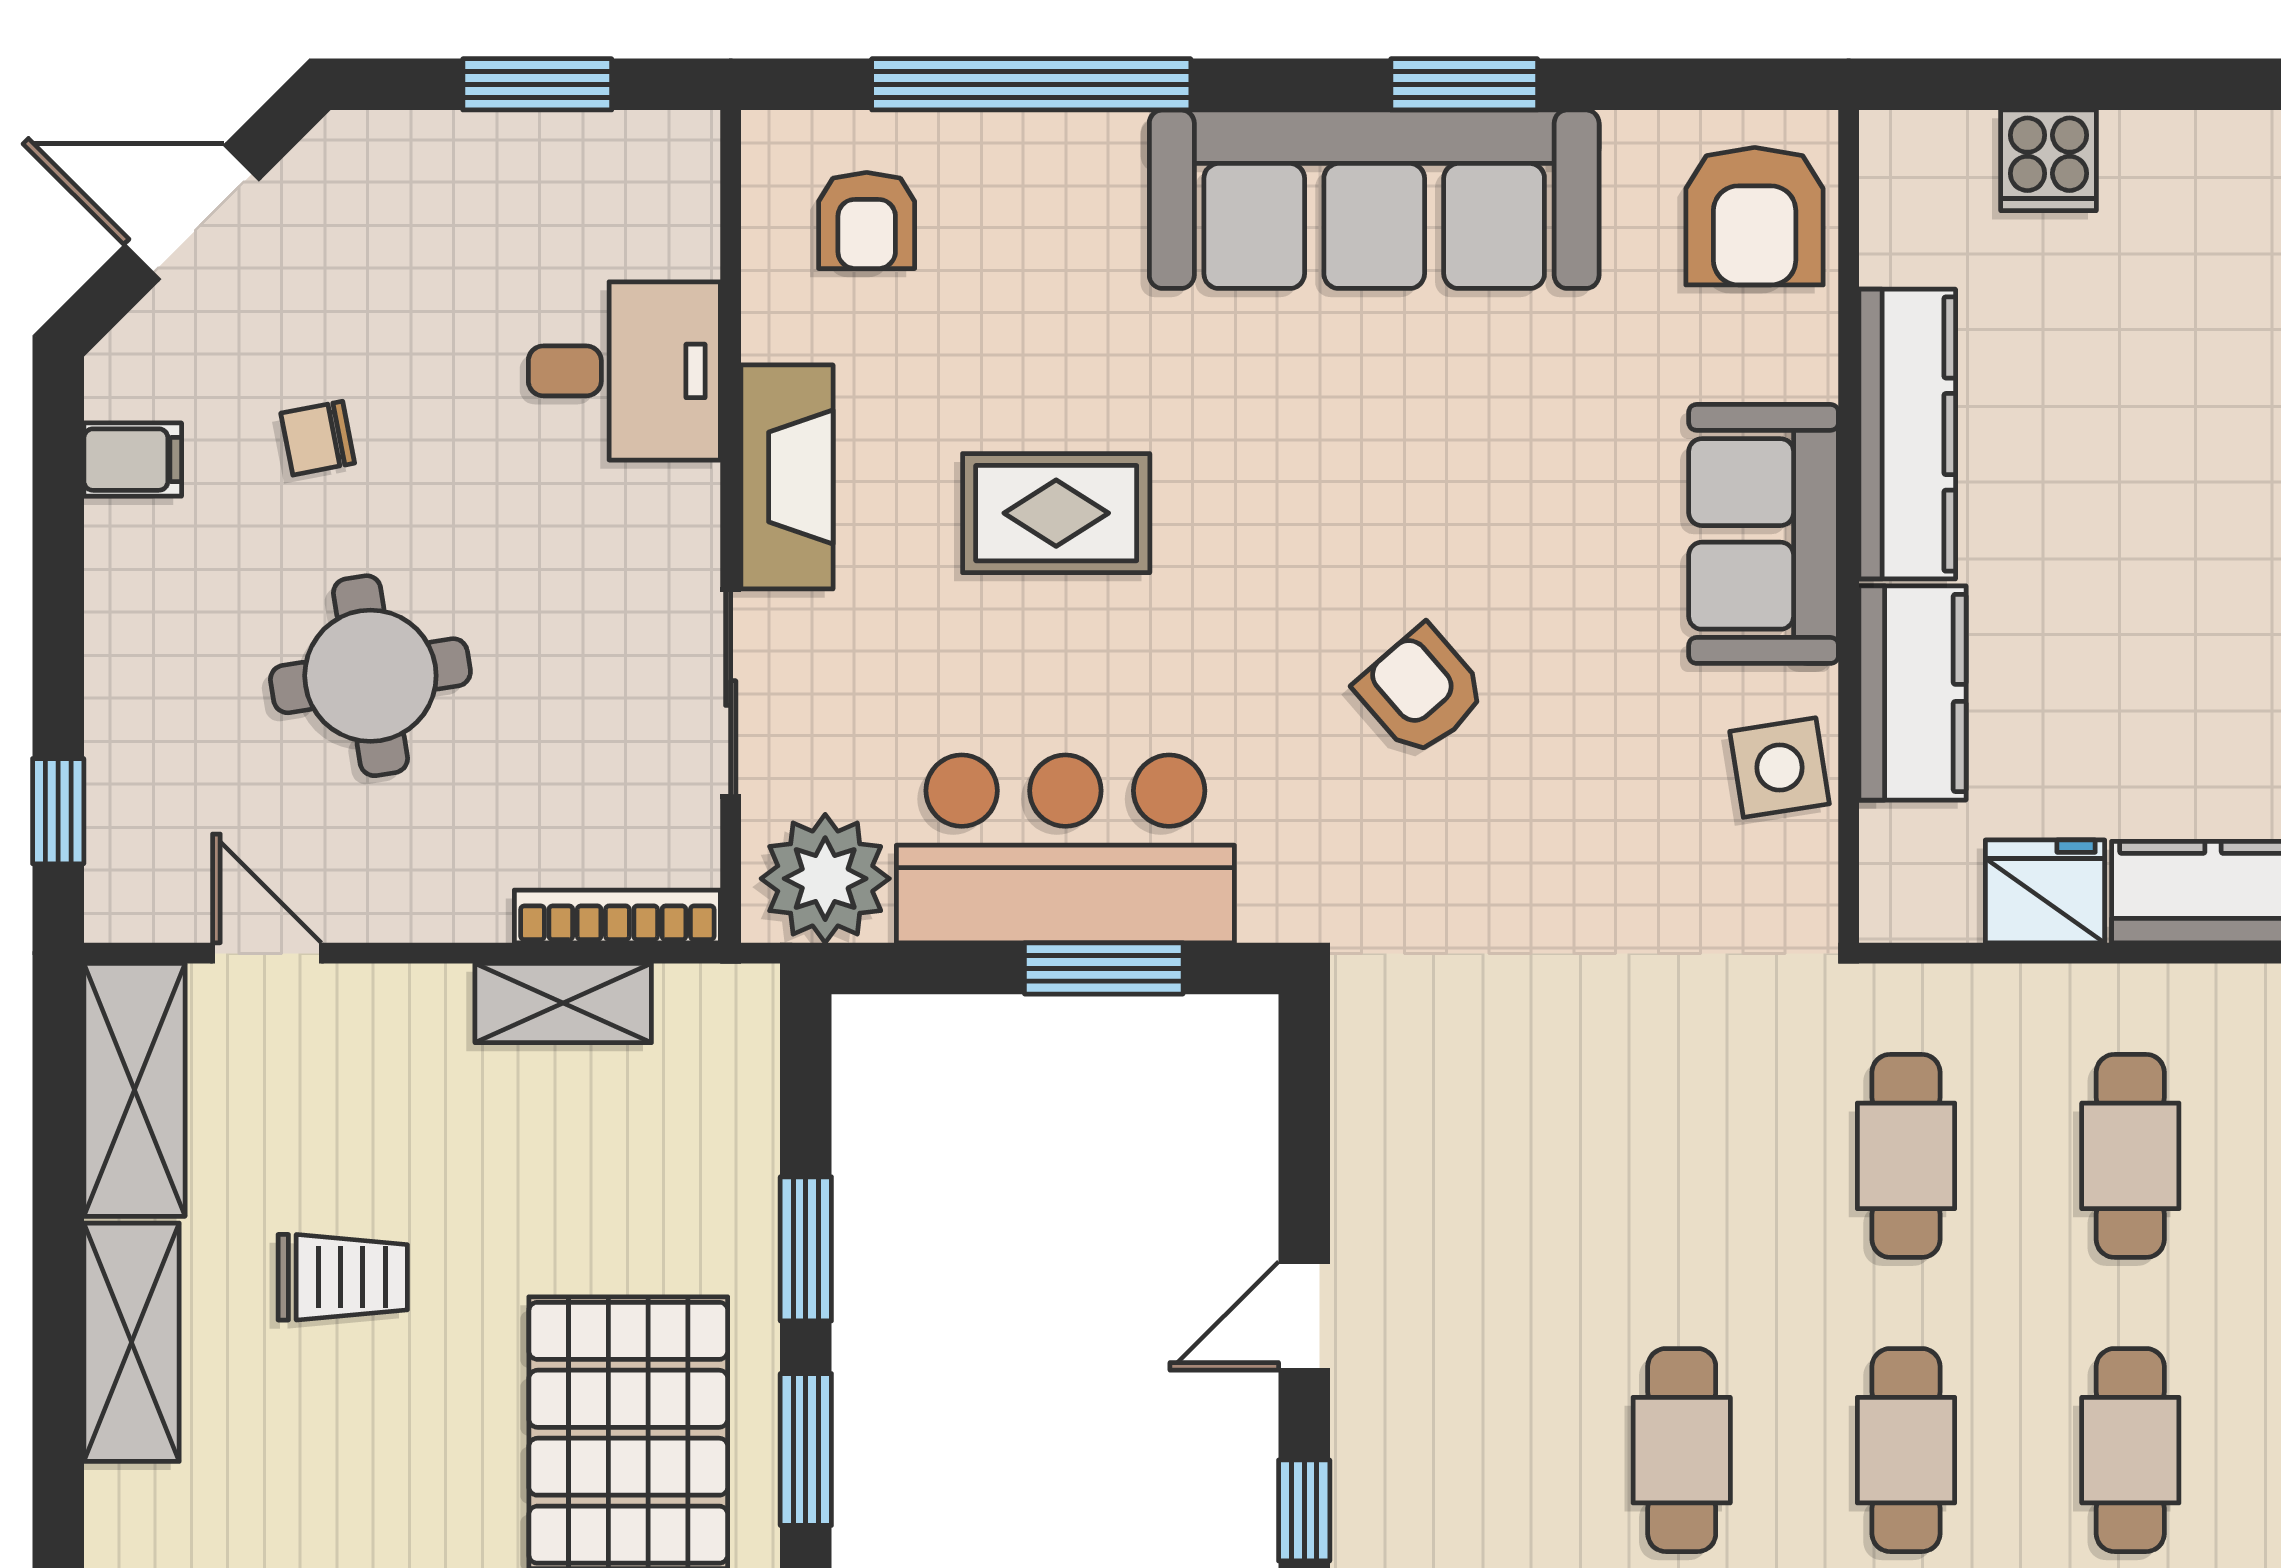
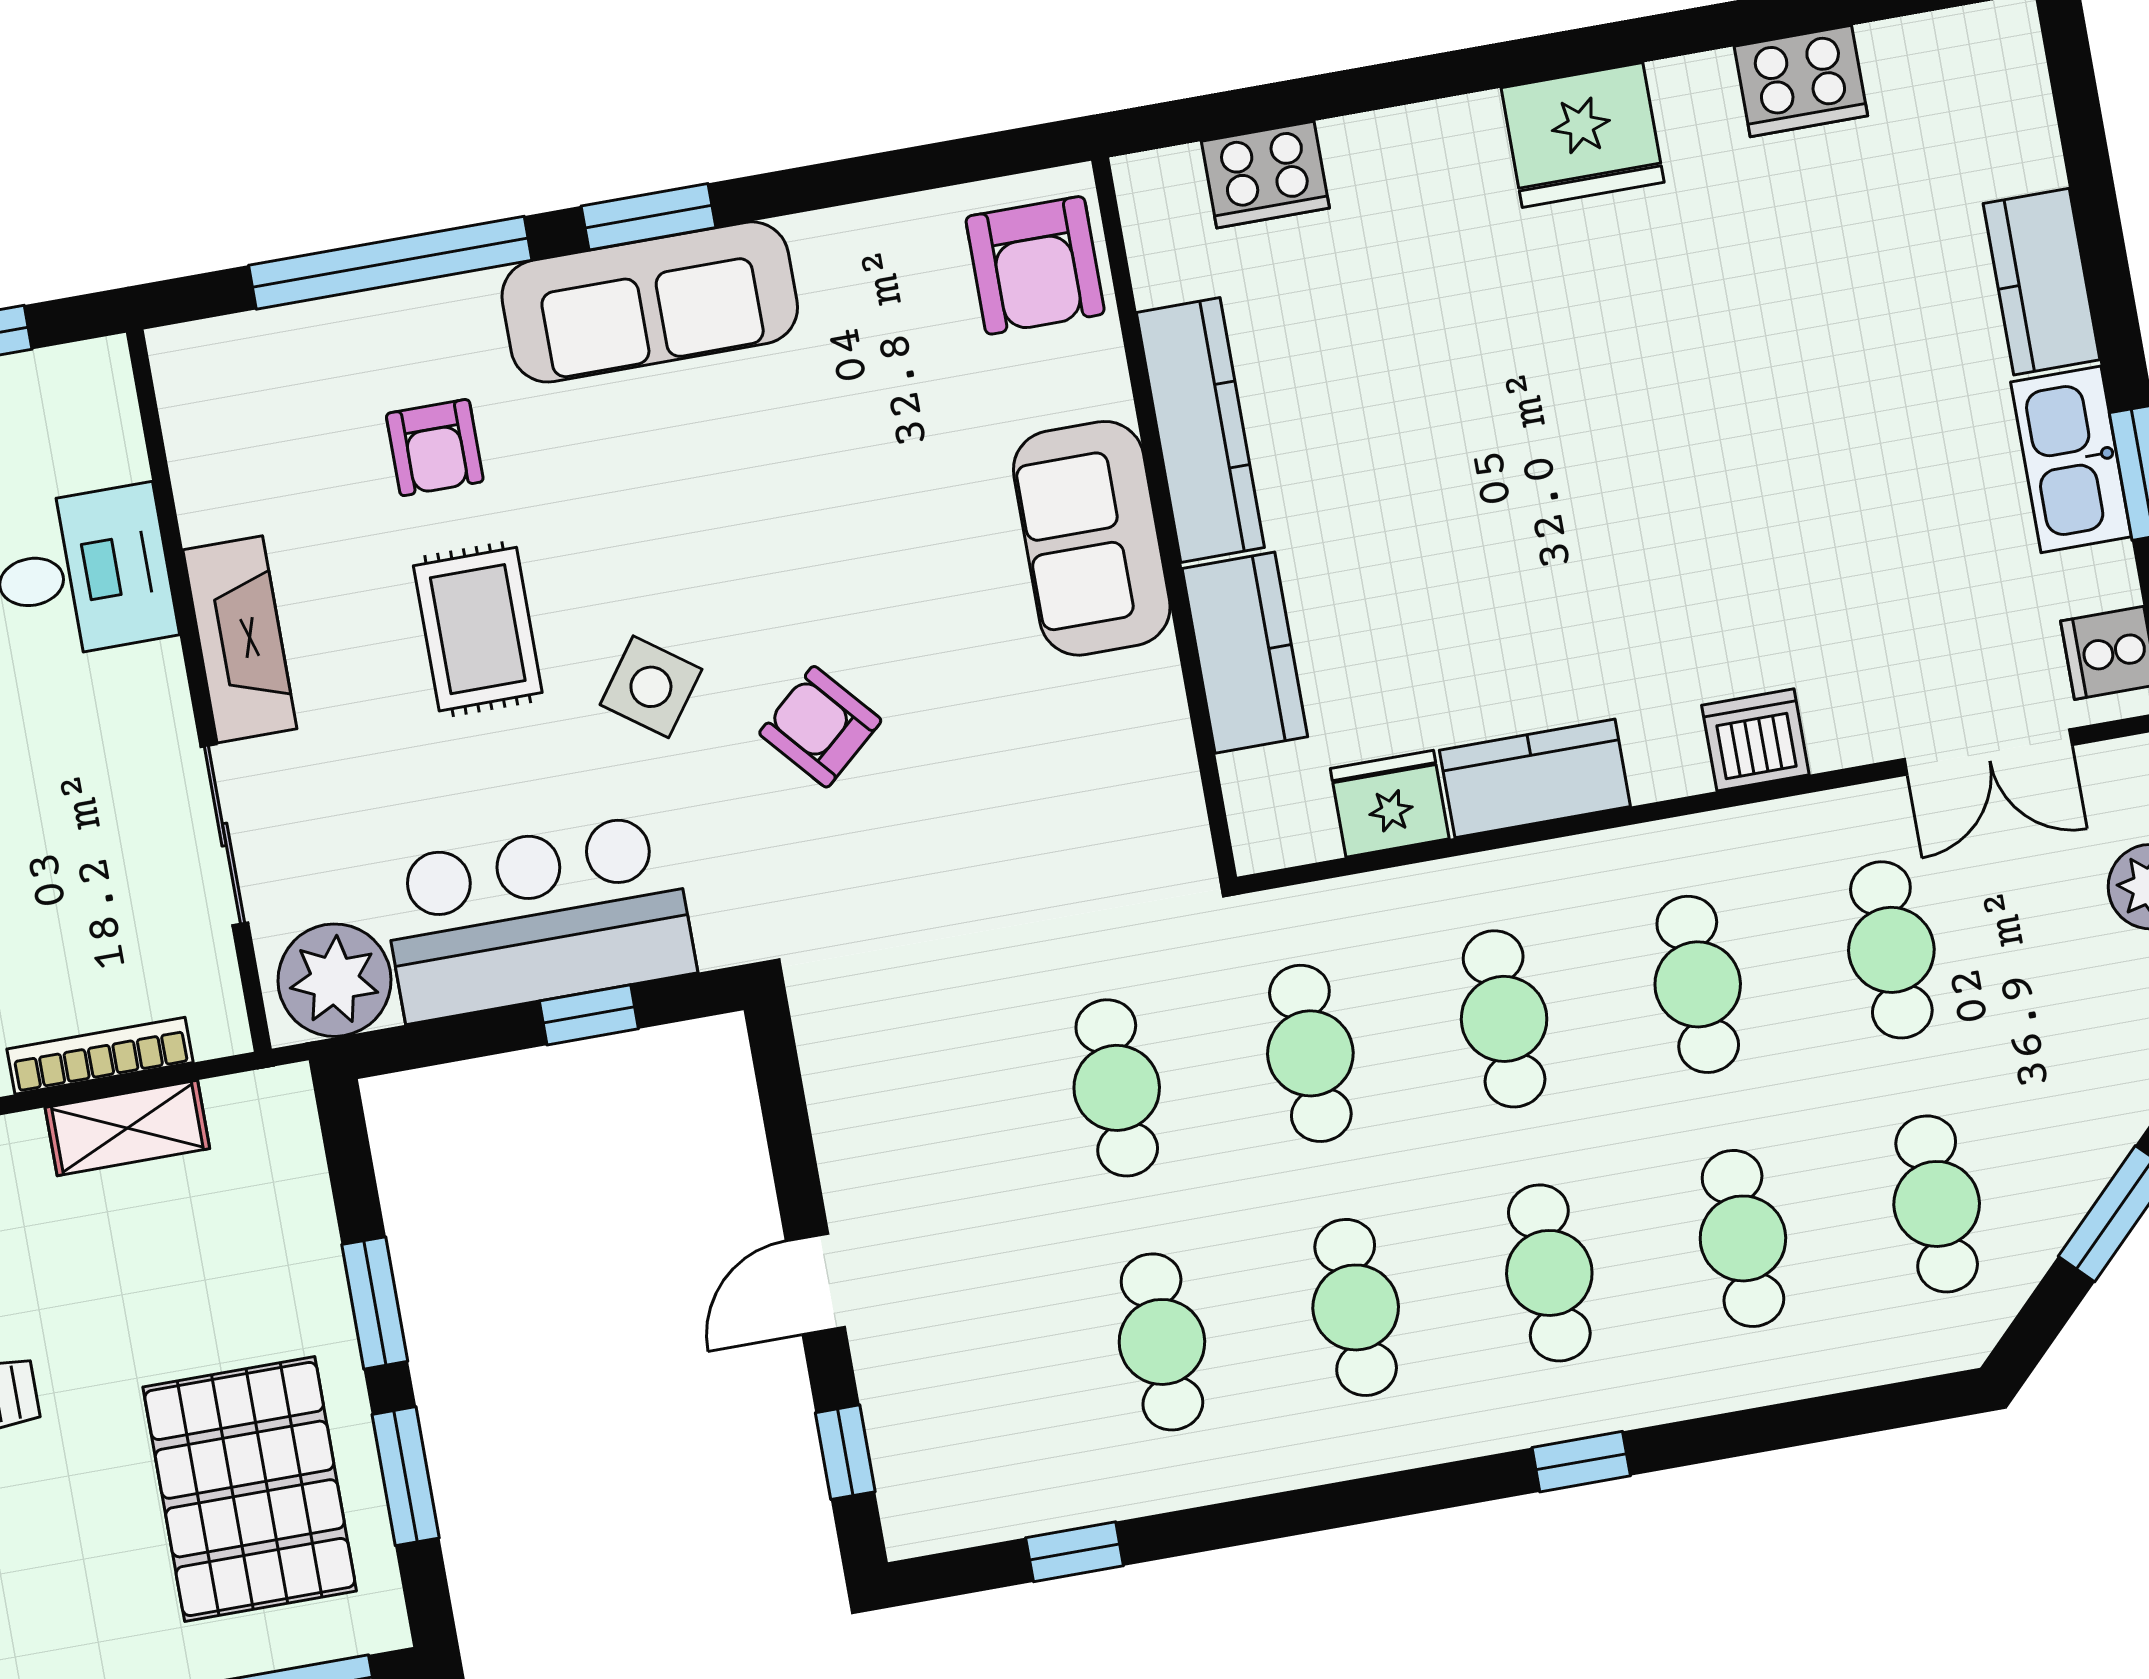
window: (1464, 84) -> (648, 217), moved
cooker: (2049, 160) -> (1265, 175), width x1.36
sofa: (1374, 199) -> (650, 302), width x0.74, depth x0.79
armchair: (867, 220) -> (435, 448), moved
rug: (1056, 513) -> (478, 629), turned 90
side table: (1780, 768) -> (651, 687), moved, turned 45
bookcase: (617, 916) -> (100, 1056), moved
window: (1104, 968) -> (589, 1015), width x0.67
cafe table: (1682, 1156) -> (1117, 1088), added

